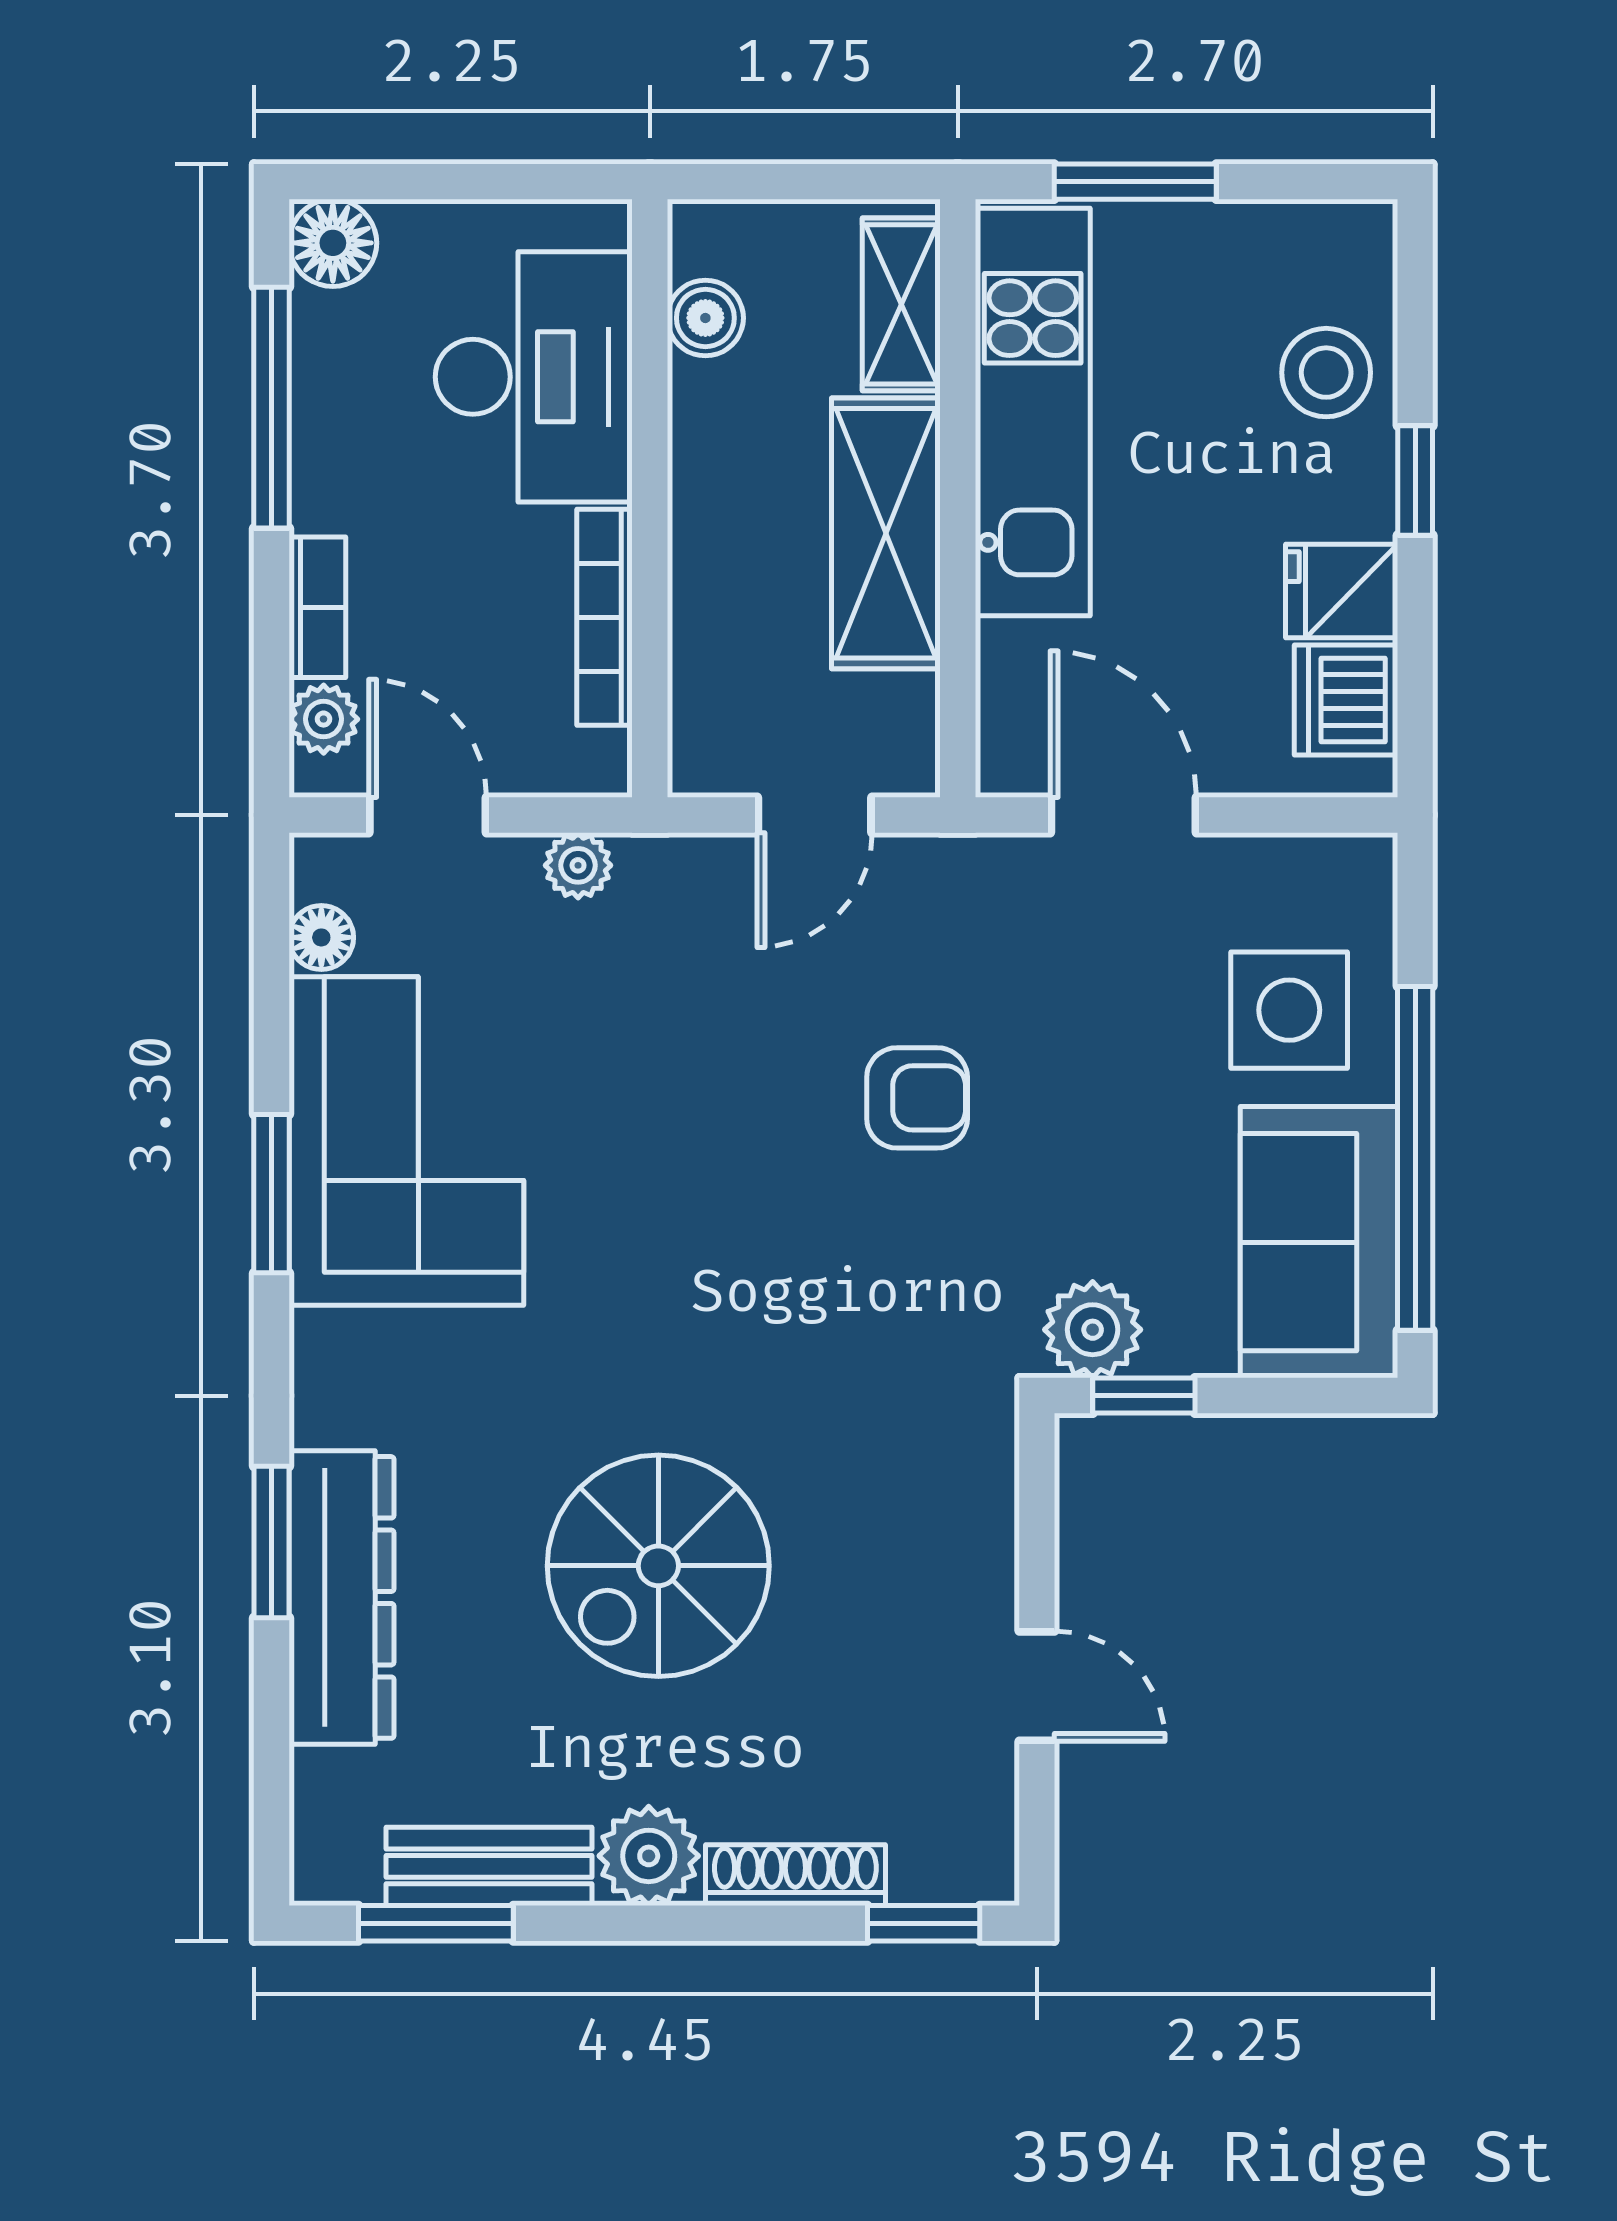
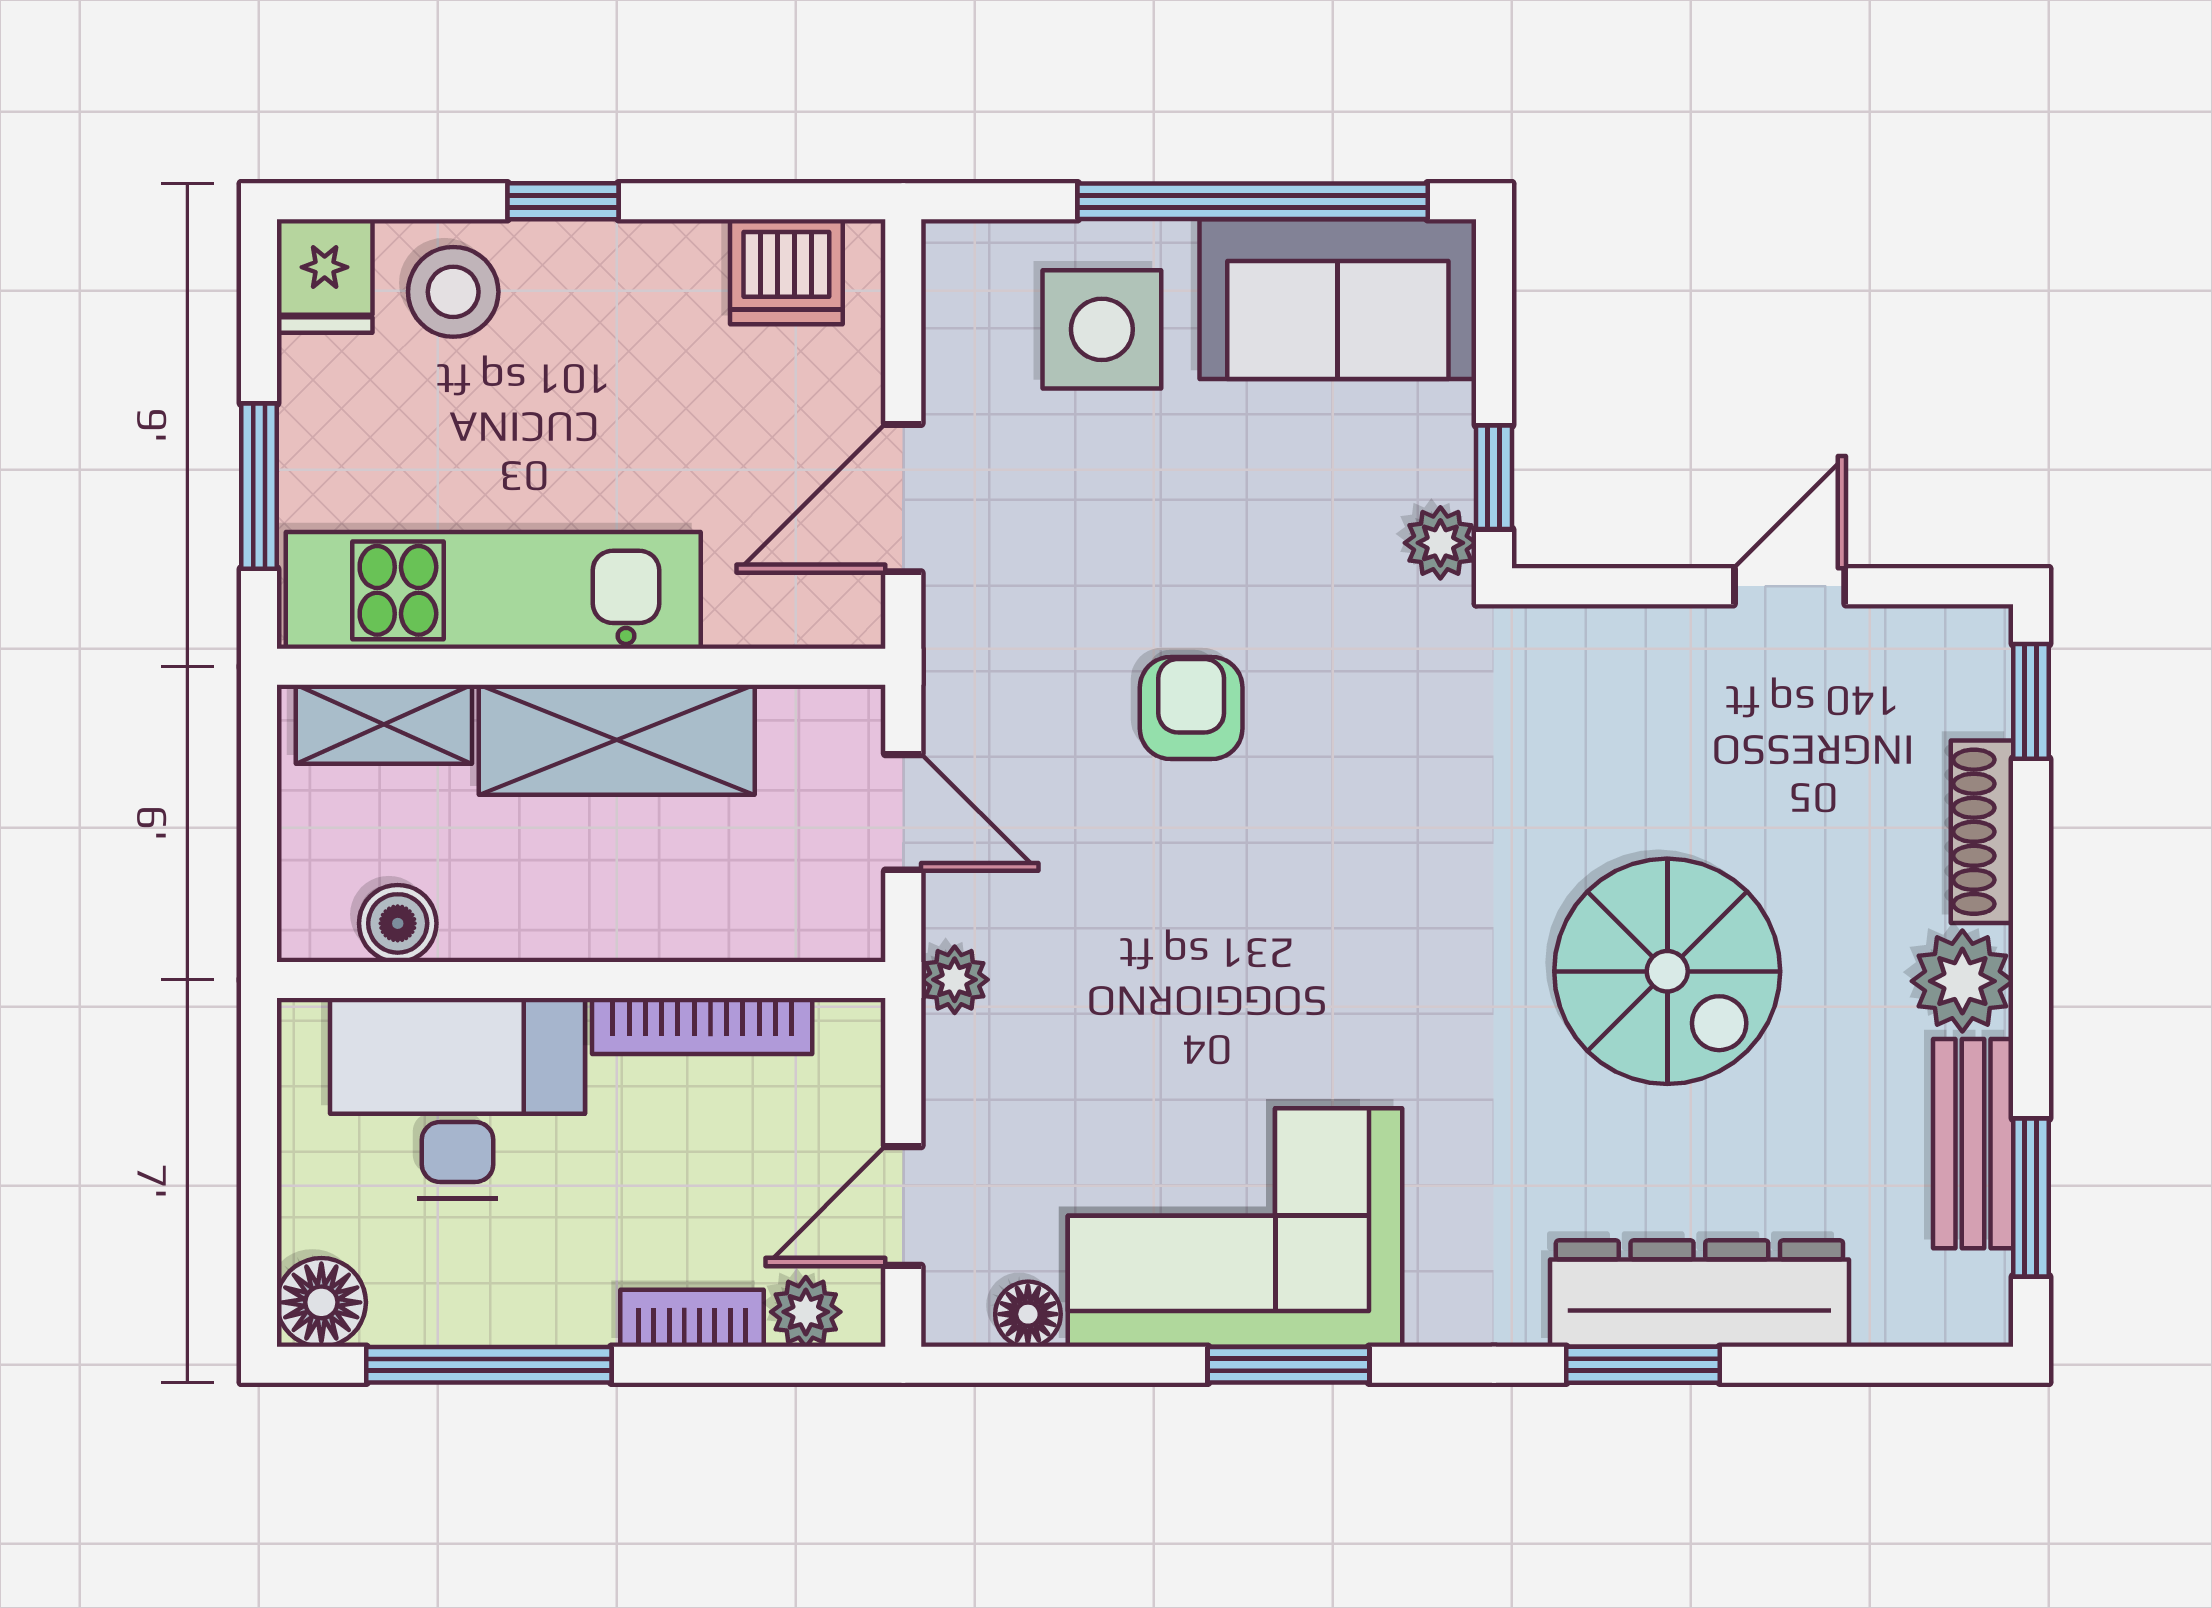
fridge: (1342, 591) -> (325, 276), moved
plant: (578, 865) -> (955, 980), moved
plant: (1093, 1330) -> (1440, 543), width x0.73, depth x0.73

